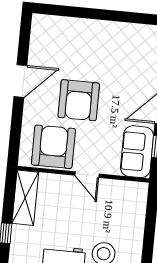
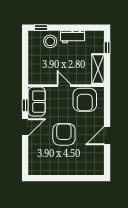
armchair: (79, 100) -> (64, 134), moved

